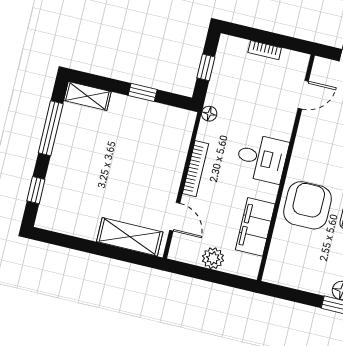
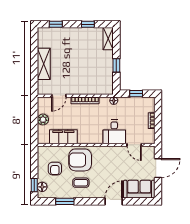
window: (51, 128) -> (88, 24), width x0.46
desk: (262, 158) -> (114, 132), moved
armchair: (308, 205) -> (80, 160), turned 180
shelving: (130, 237) -> (44, 64), moved
armchair: (313, 258) -> (55, 169), added

